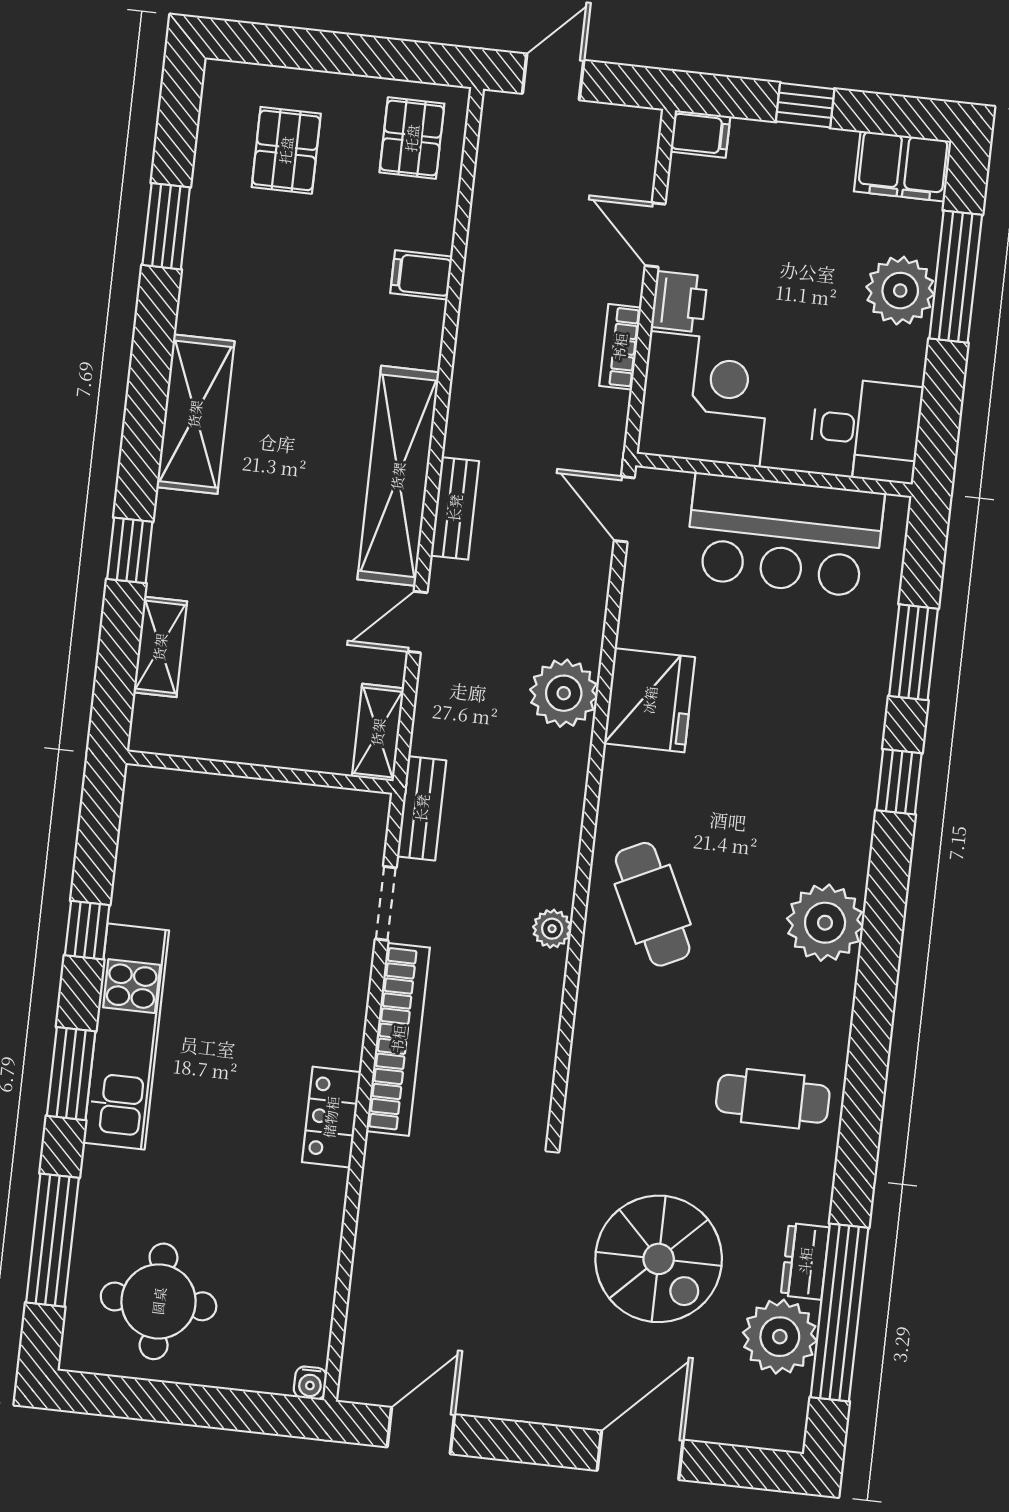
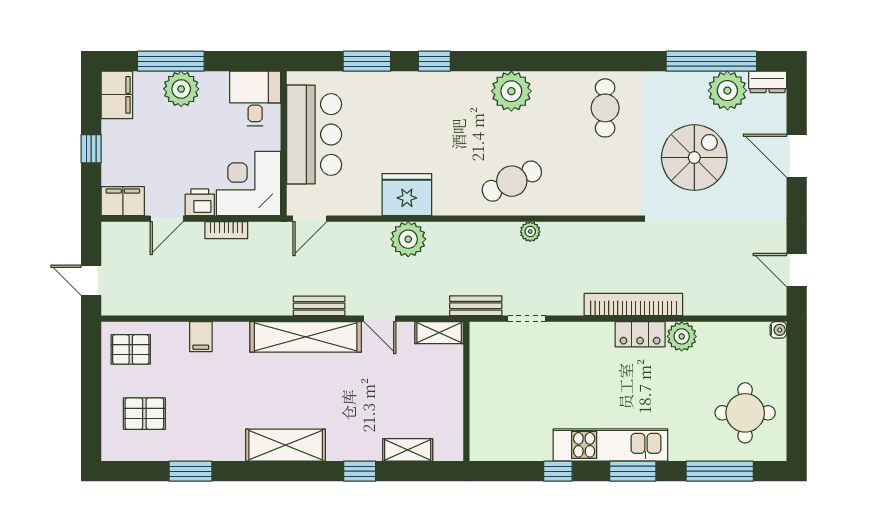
filing cabinet: (700, 134) -> (123, 201), width x2.00
bookcase: (398, 1039) -> (633, 305), moved
plant: (319, 1196) -> (682, 336), added
dresser: (805, 1261) -> (768, 82), moved

